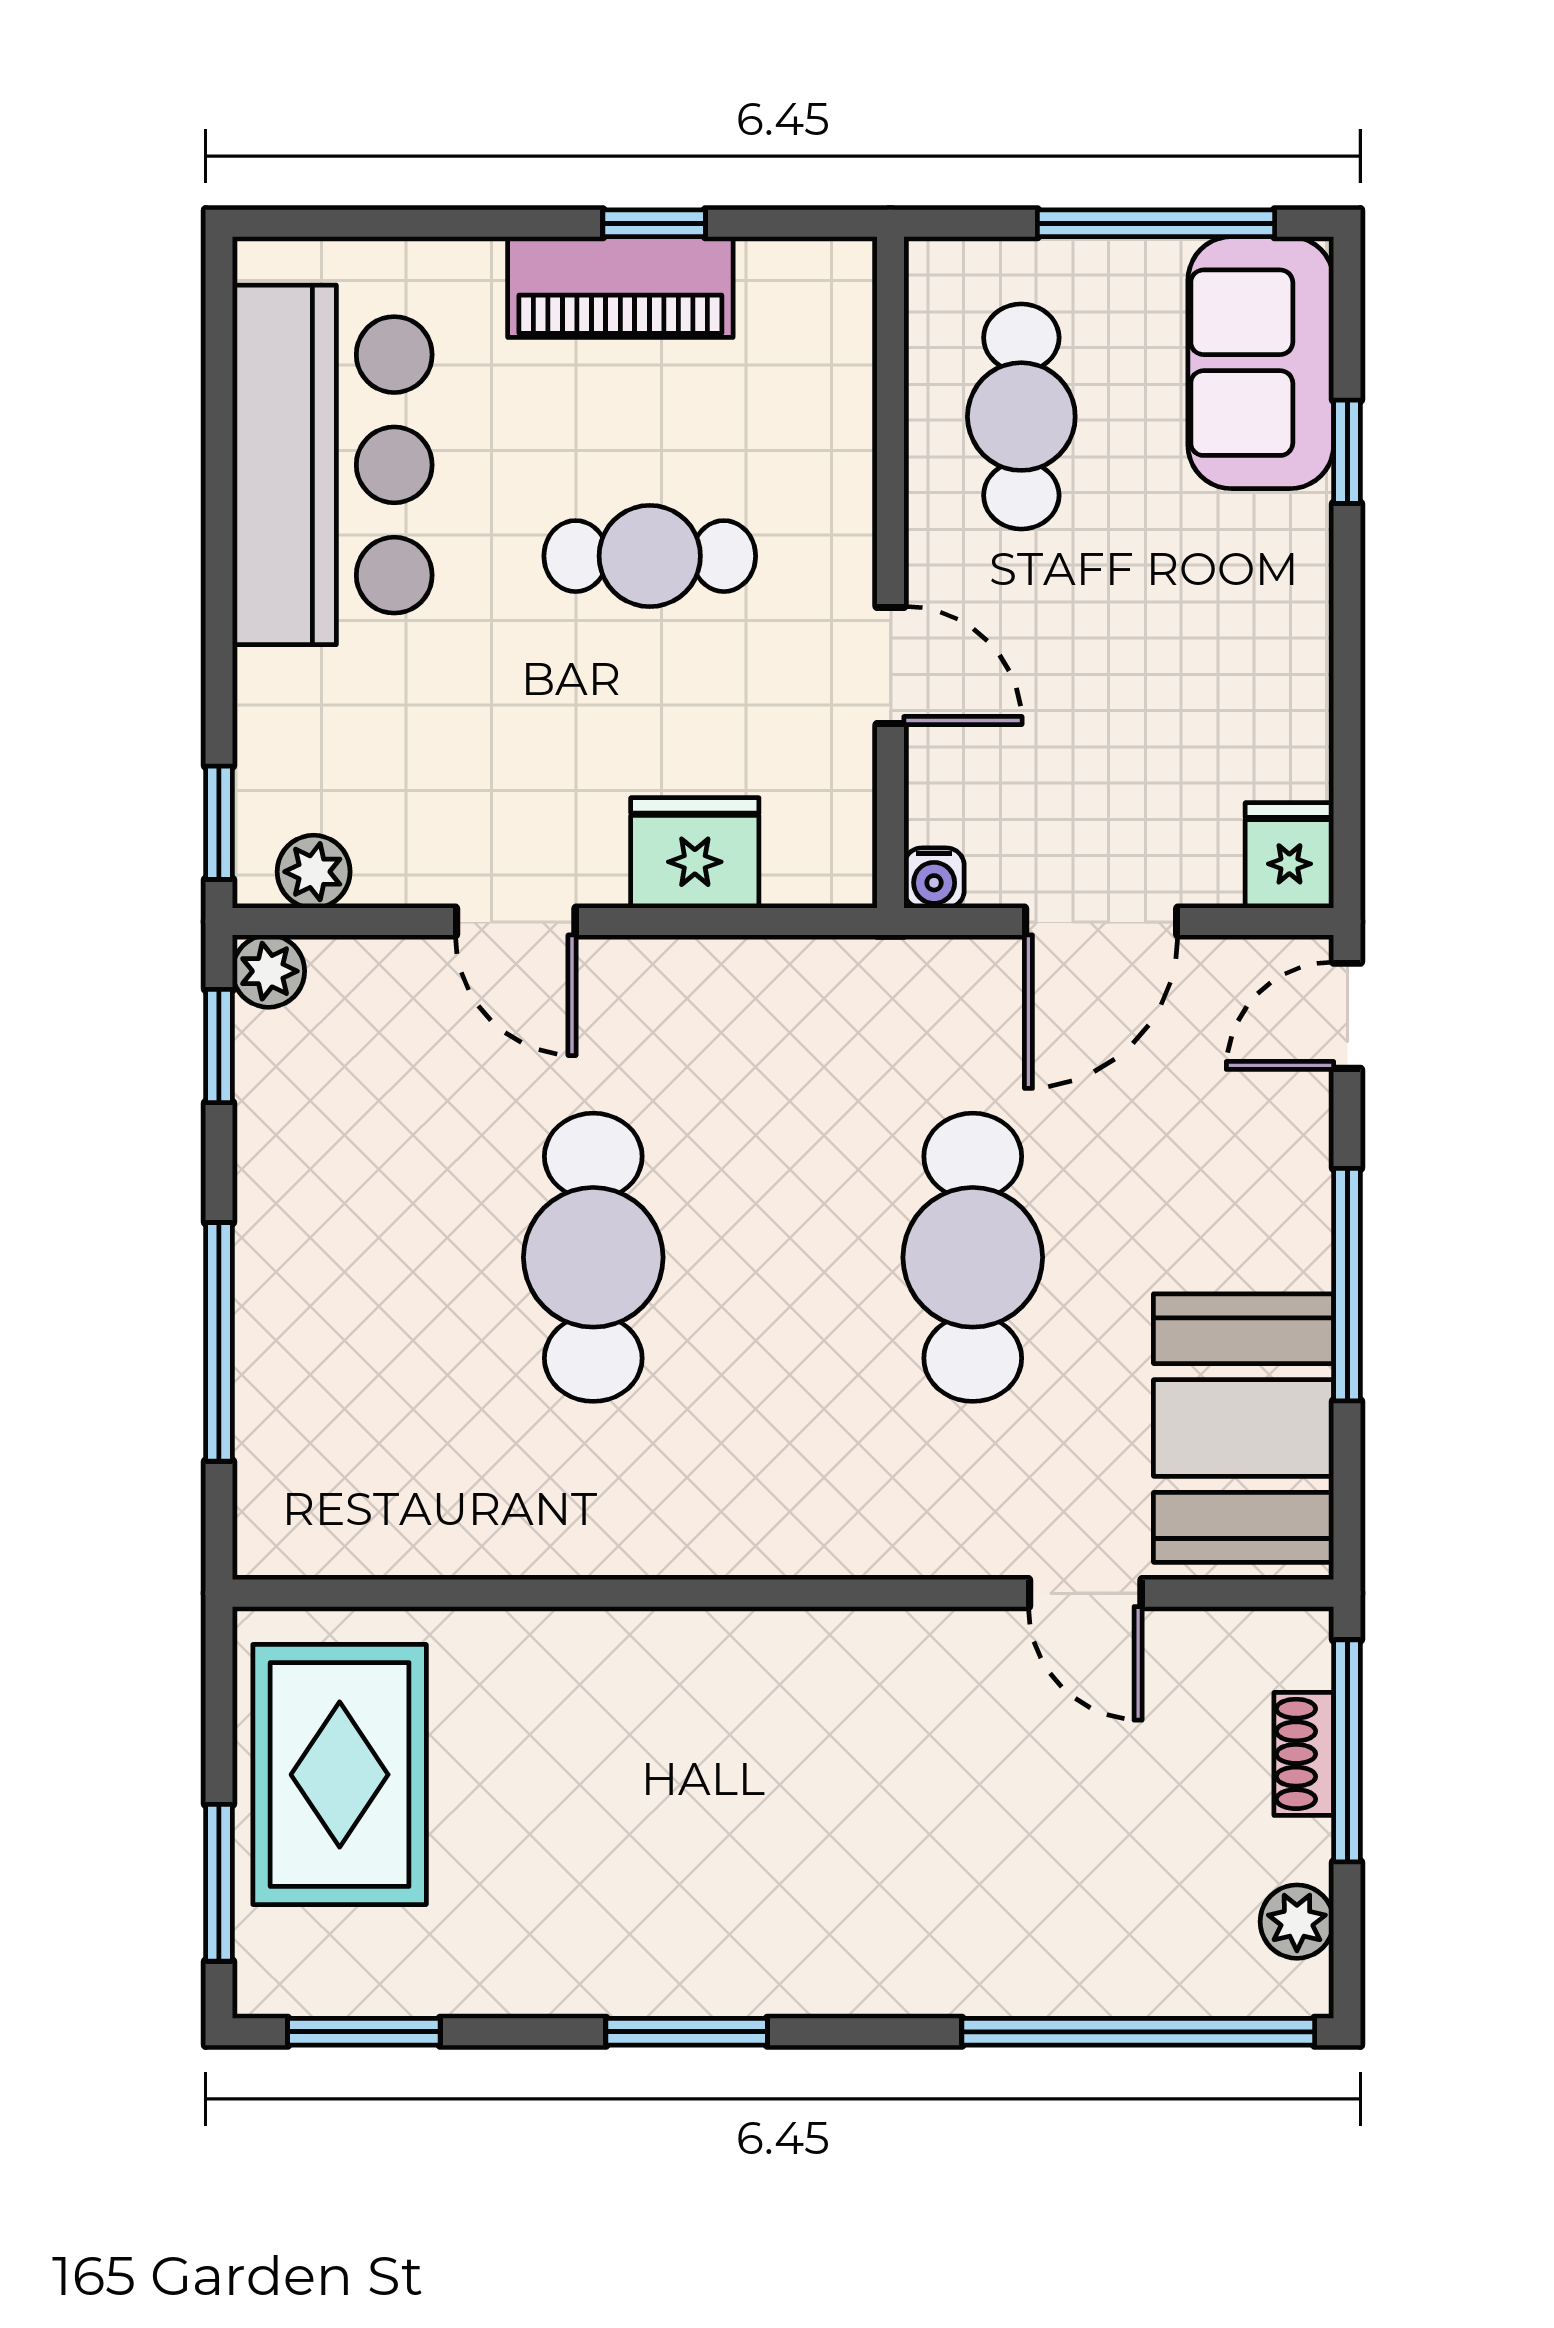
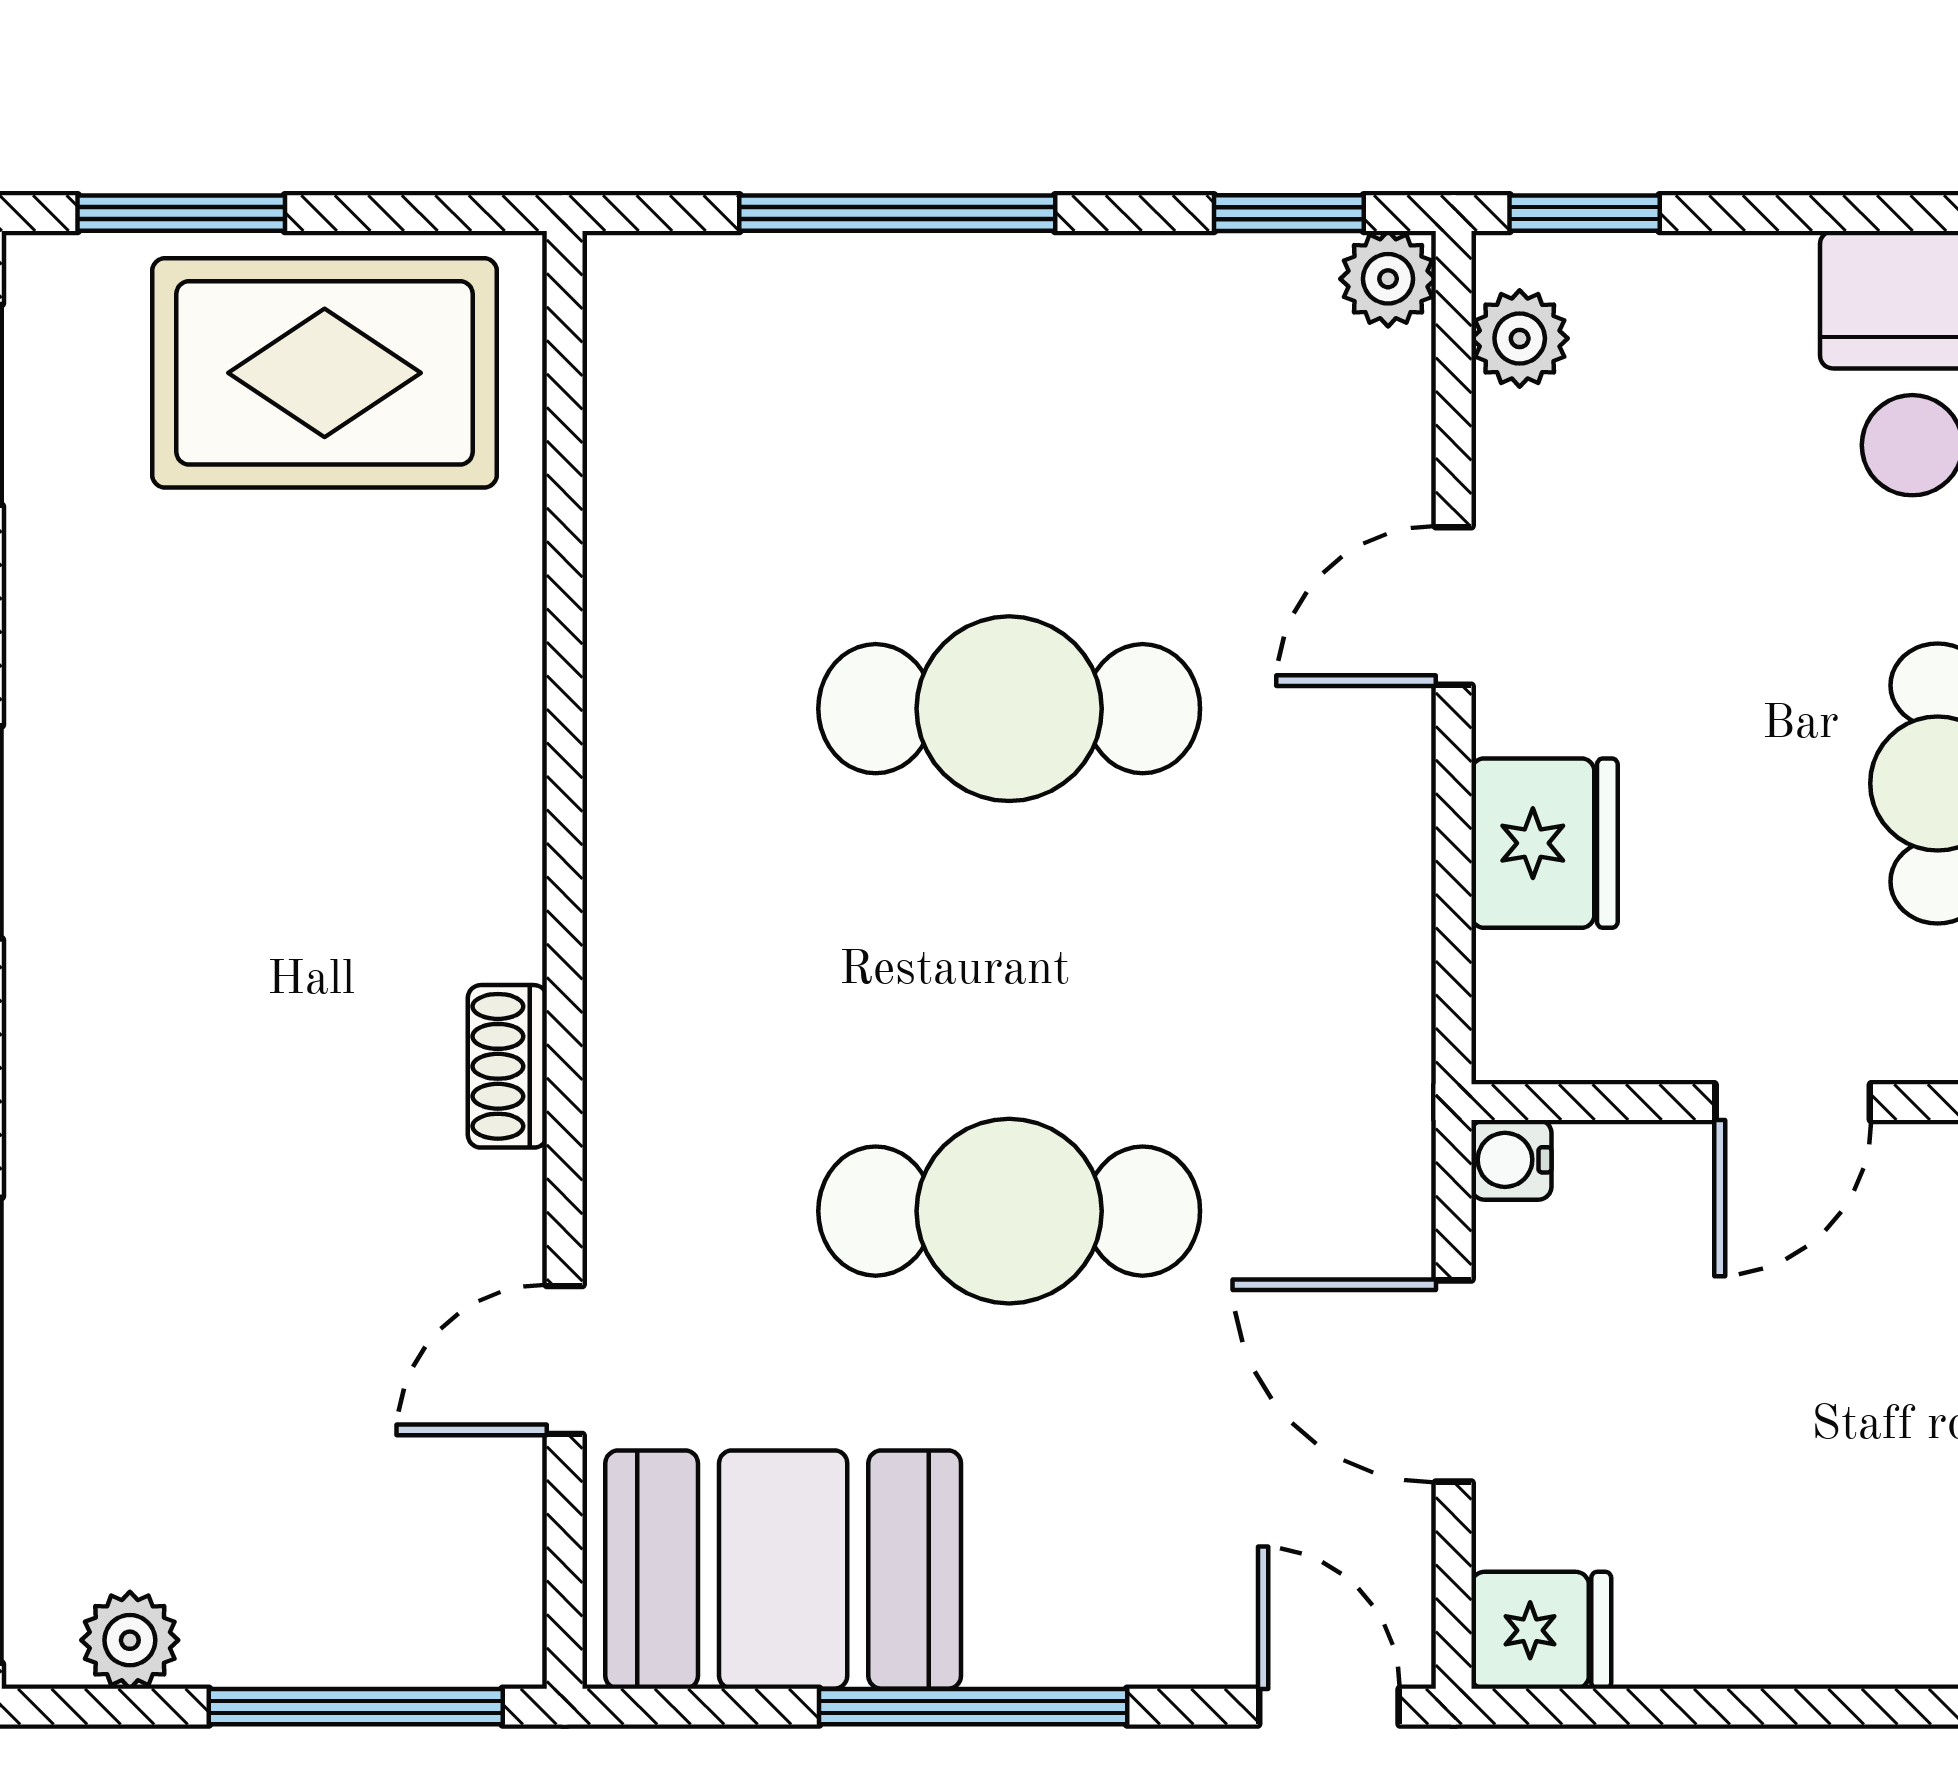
shoe rack: (1304, 1754) -> (507, 1066), moved, turned -90

